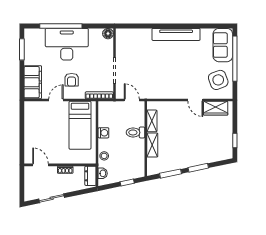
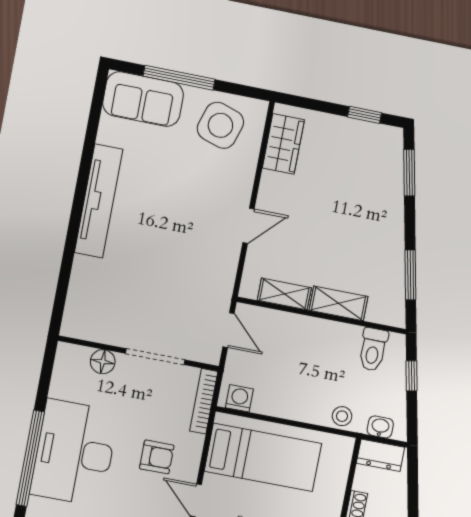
floor lamp: (108, 34) -> (103, 362), moved
window: (235, 59) -> (179, 78), width x0.68
side table: (218, 80) -> (220, 125), turned 38
door: (132, 100) -> (228, 330), swing flipped
door: (195, 100) -> (248, 226), moved
toilet: (135, 132) -> (373, 349), moved
washing machine: (103, 133) -> (239, 398), moved
window: (198, 168) -> (409, 173), moved

